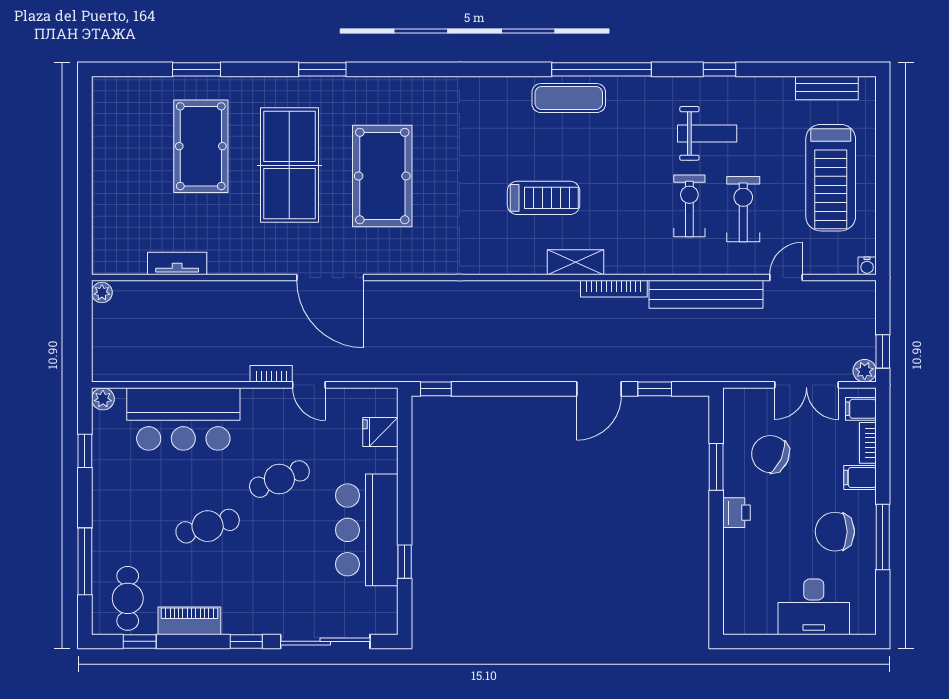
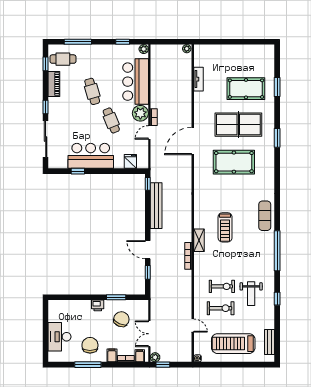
exercise mat: (569, 98) -> (265, 216), moved
bench: (706, 294) -> (156, 206), moved
plant: (262, 407) -> (140, 113), added

